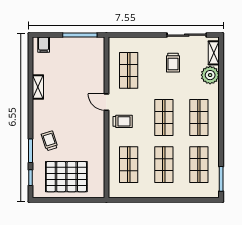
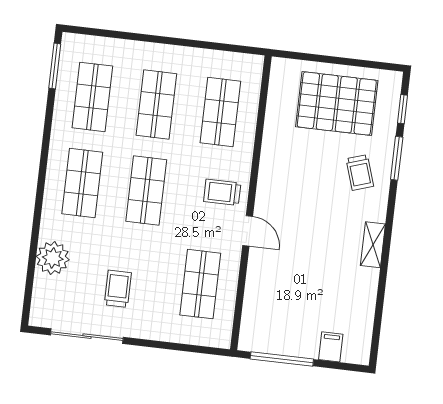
filing cabinet: (44, 45) -> (331, 347), moved
shelving: (214, 53) -> (41, 298), removed
shelving: (38, 87) -> (373, 245), moved

